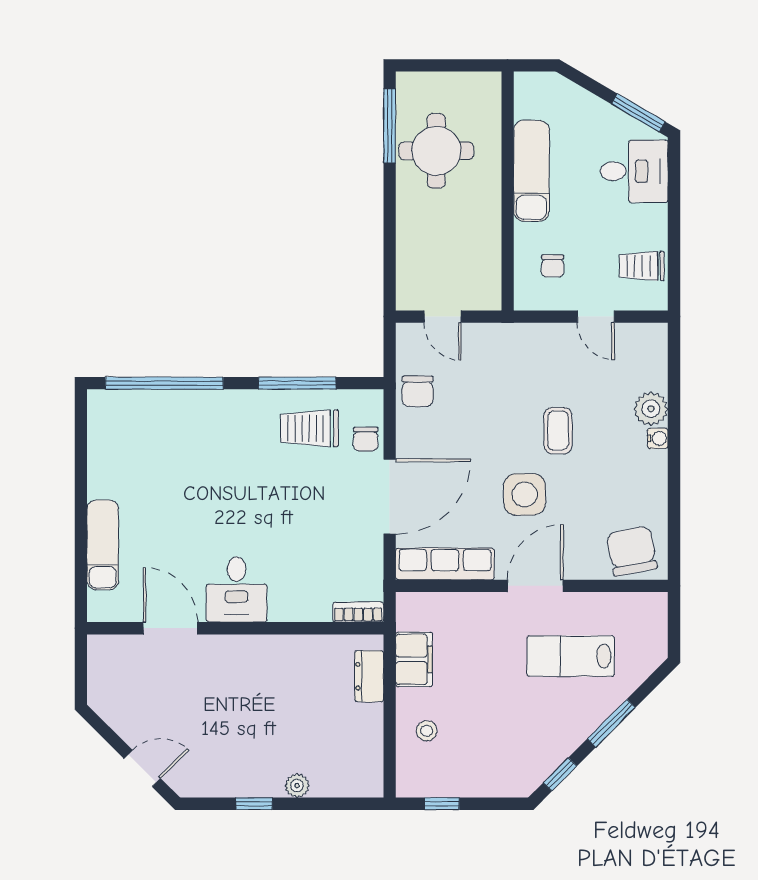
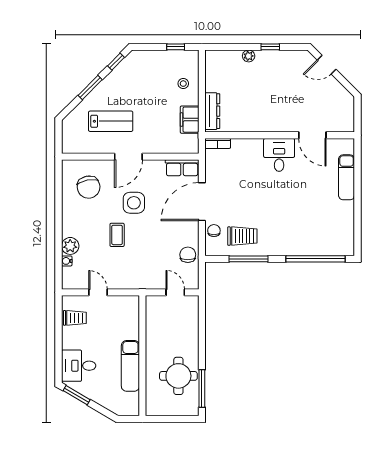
chair: (553, 266) -> (120, 318), removed
water cooler: (658, 438) -> (67, 261), moved
chair: (632, 551) -> (89, 187), moved
row of seats: (445, 564) -> (182, 168), width x0.68
dresser: (369, 676) -> (212, 111), width x1.44

